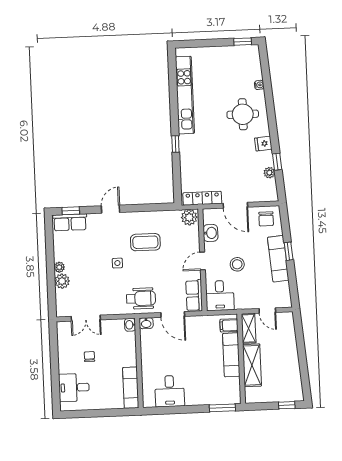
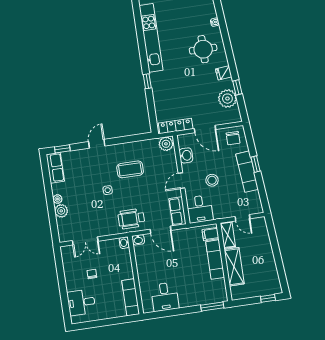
plant: (269, 173) -> (227, 99), width x1.87, depth x1.87
row of seats: (70, 222) -> (55, 168), moved, turned -90
wheelchair: (141, 298) -> (131, 219), turned 180

